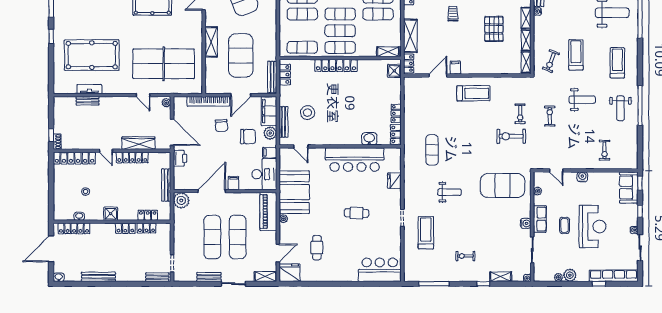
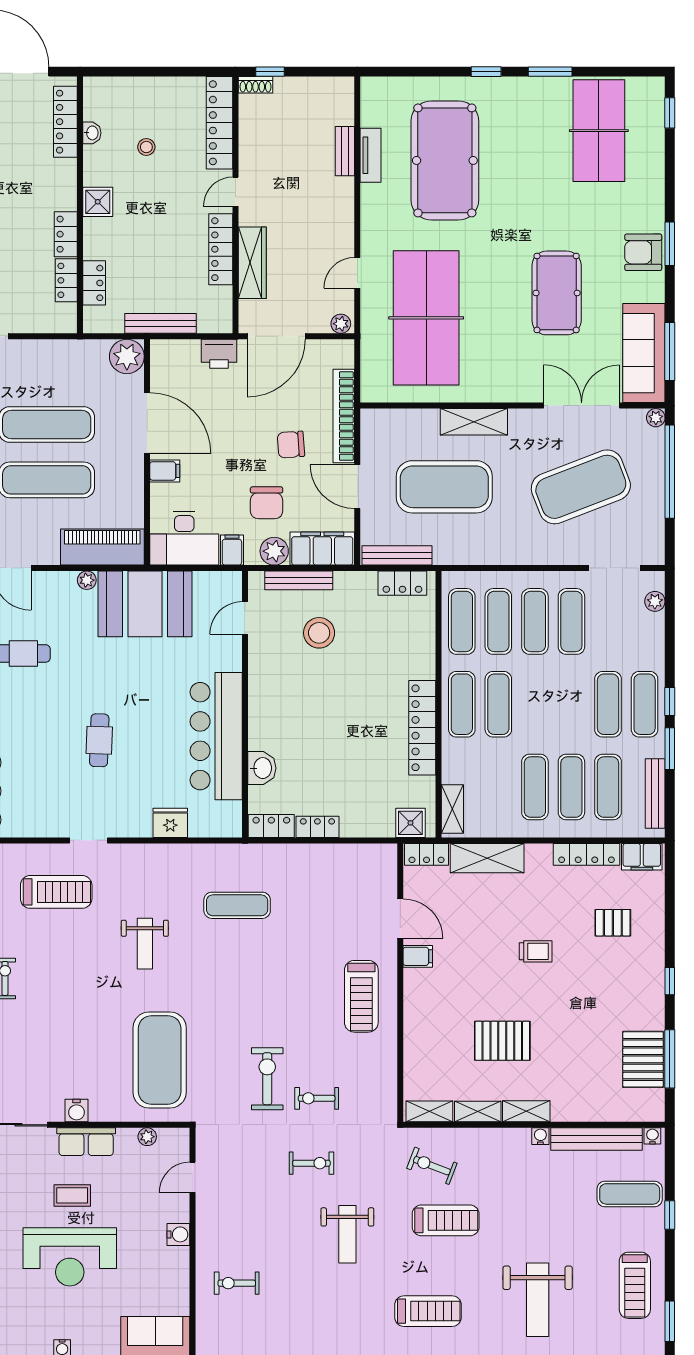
exercise mat: (340, 14) -> (498, 621), moved
locker: (336, 65) -> (422, 728), moved
weight bench: (620, 108) -> (329, 1318), removed

